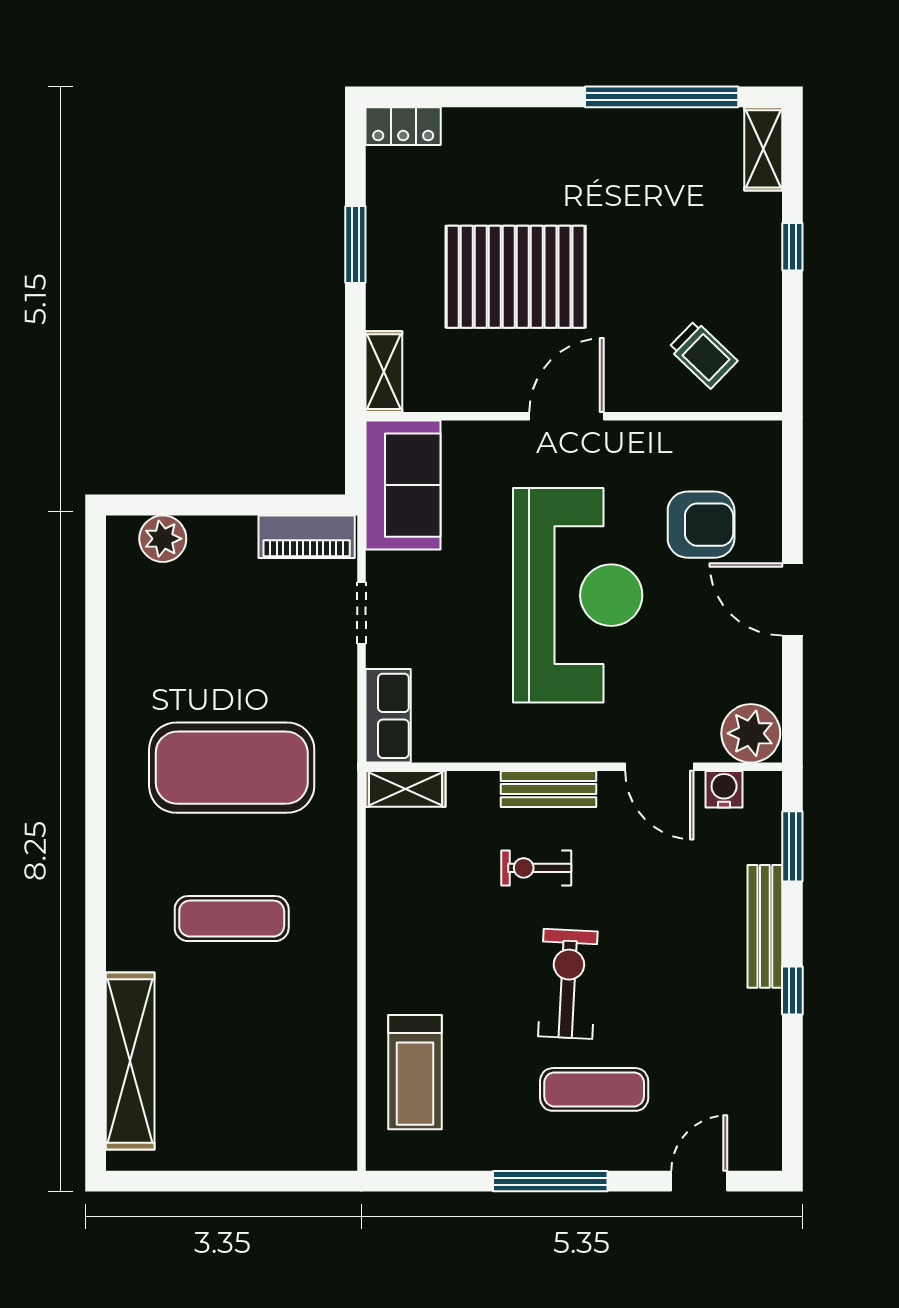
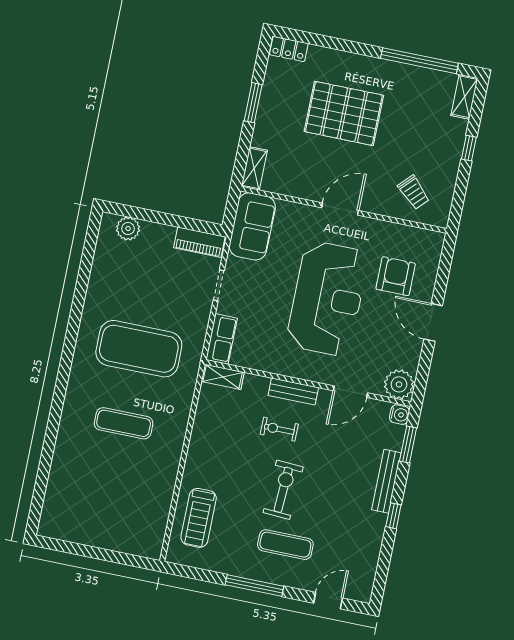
pallet: (516, 277) -> (344, 113), moved
armchair: (701, 525) -> (396, 276), turned -90
door: (659, 767) -> (350, 392), hinge flipped
water cooler: (724, 789) -> (399, 415), moved, turned 90
shelving: (130, 1061) -> (59, 483), removed

